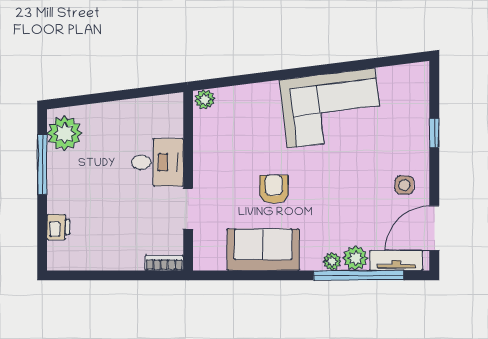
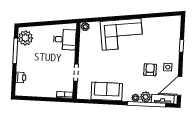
corner sofa: (331, 108) -> (122, 34), moved
desk: (157, 162) -> (65, 39), moved
armchair: (274, 189) -> (150, 70), moved

